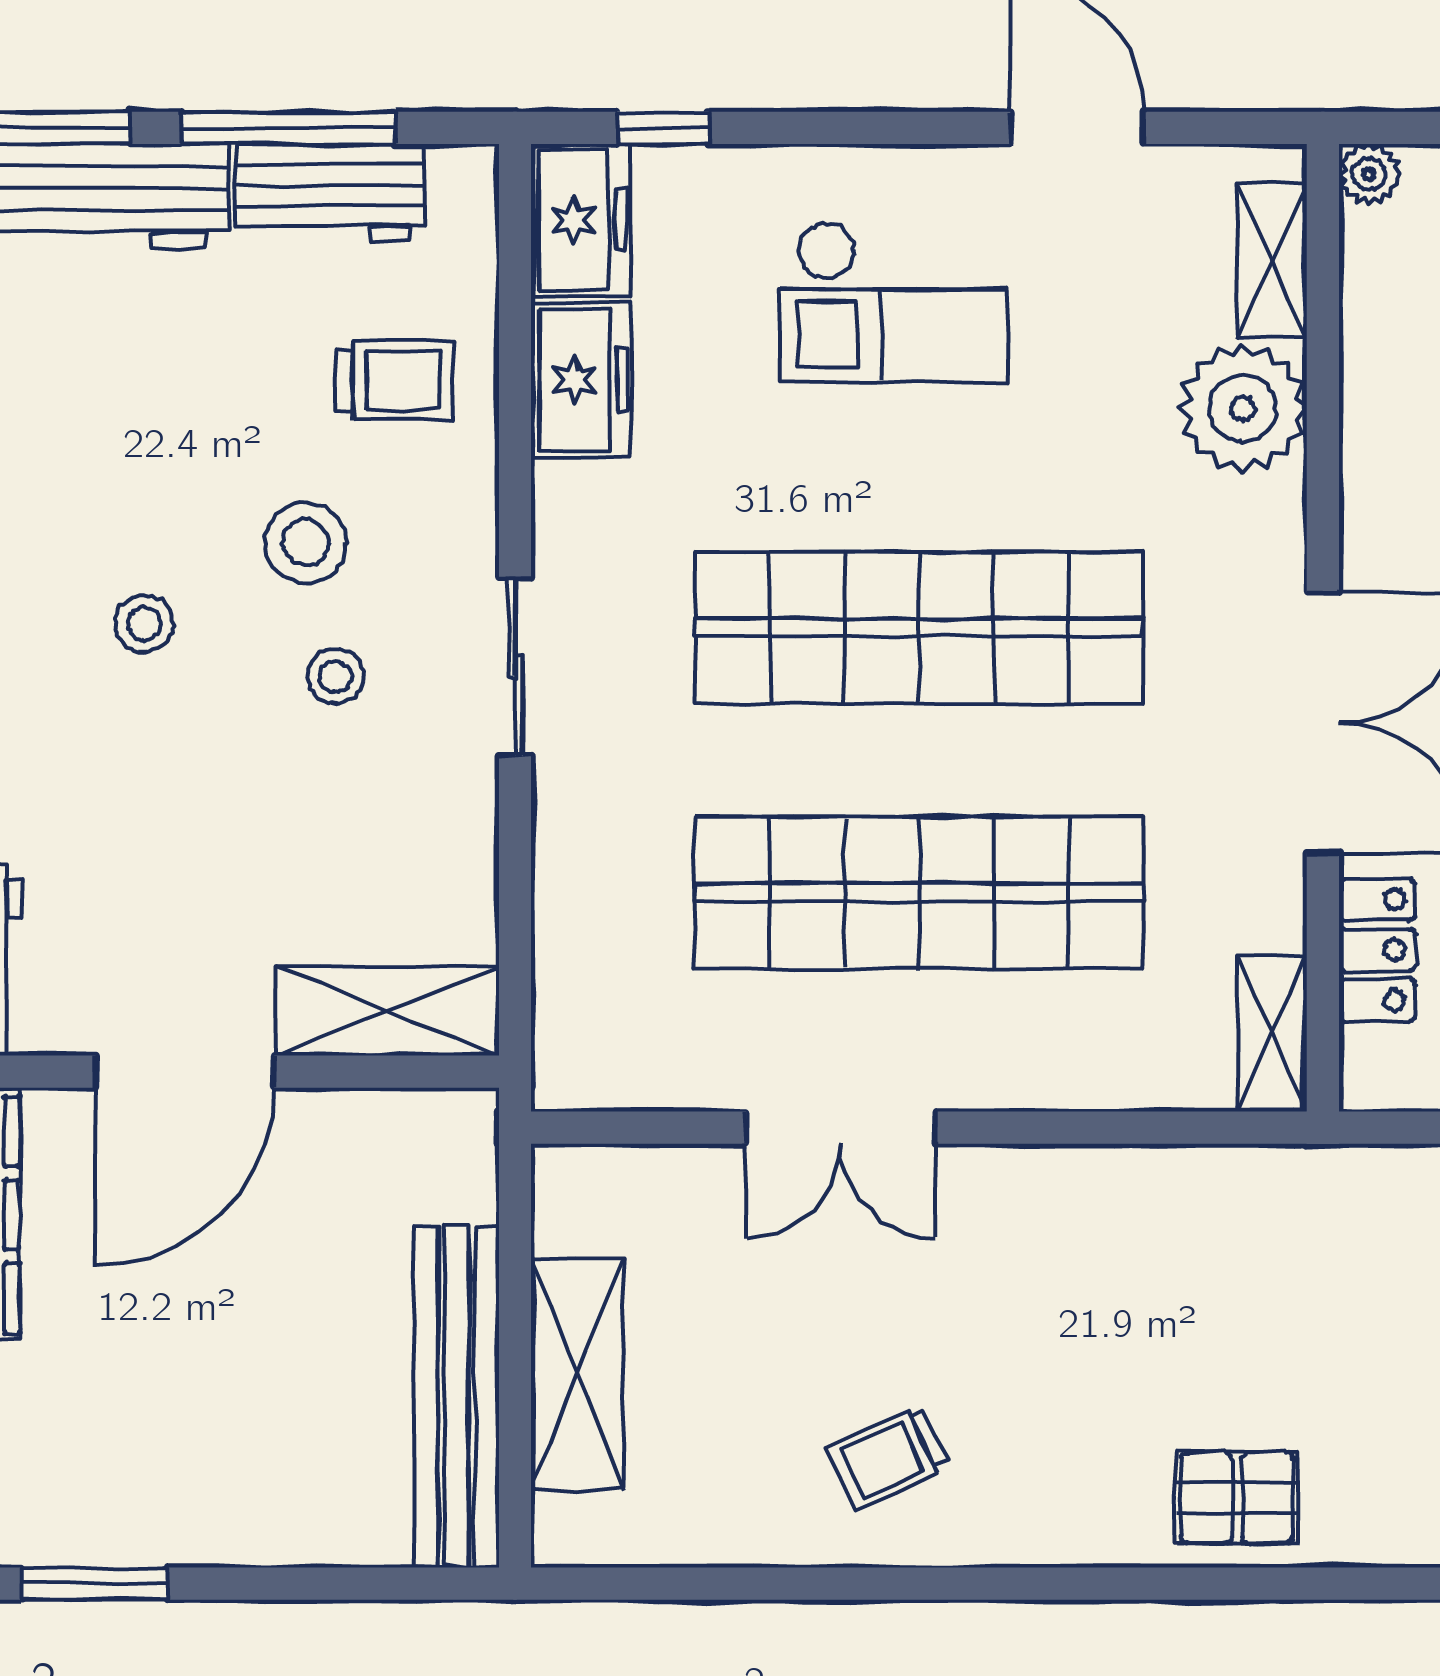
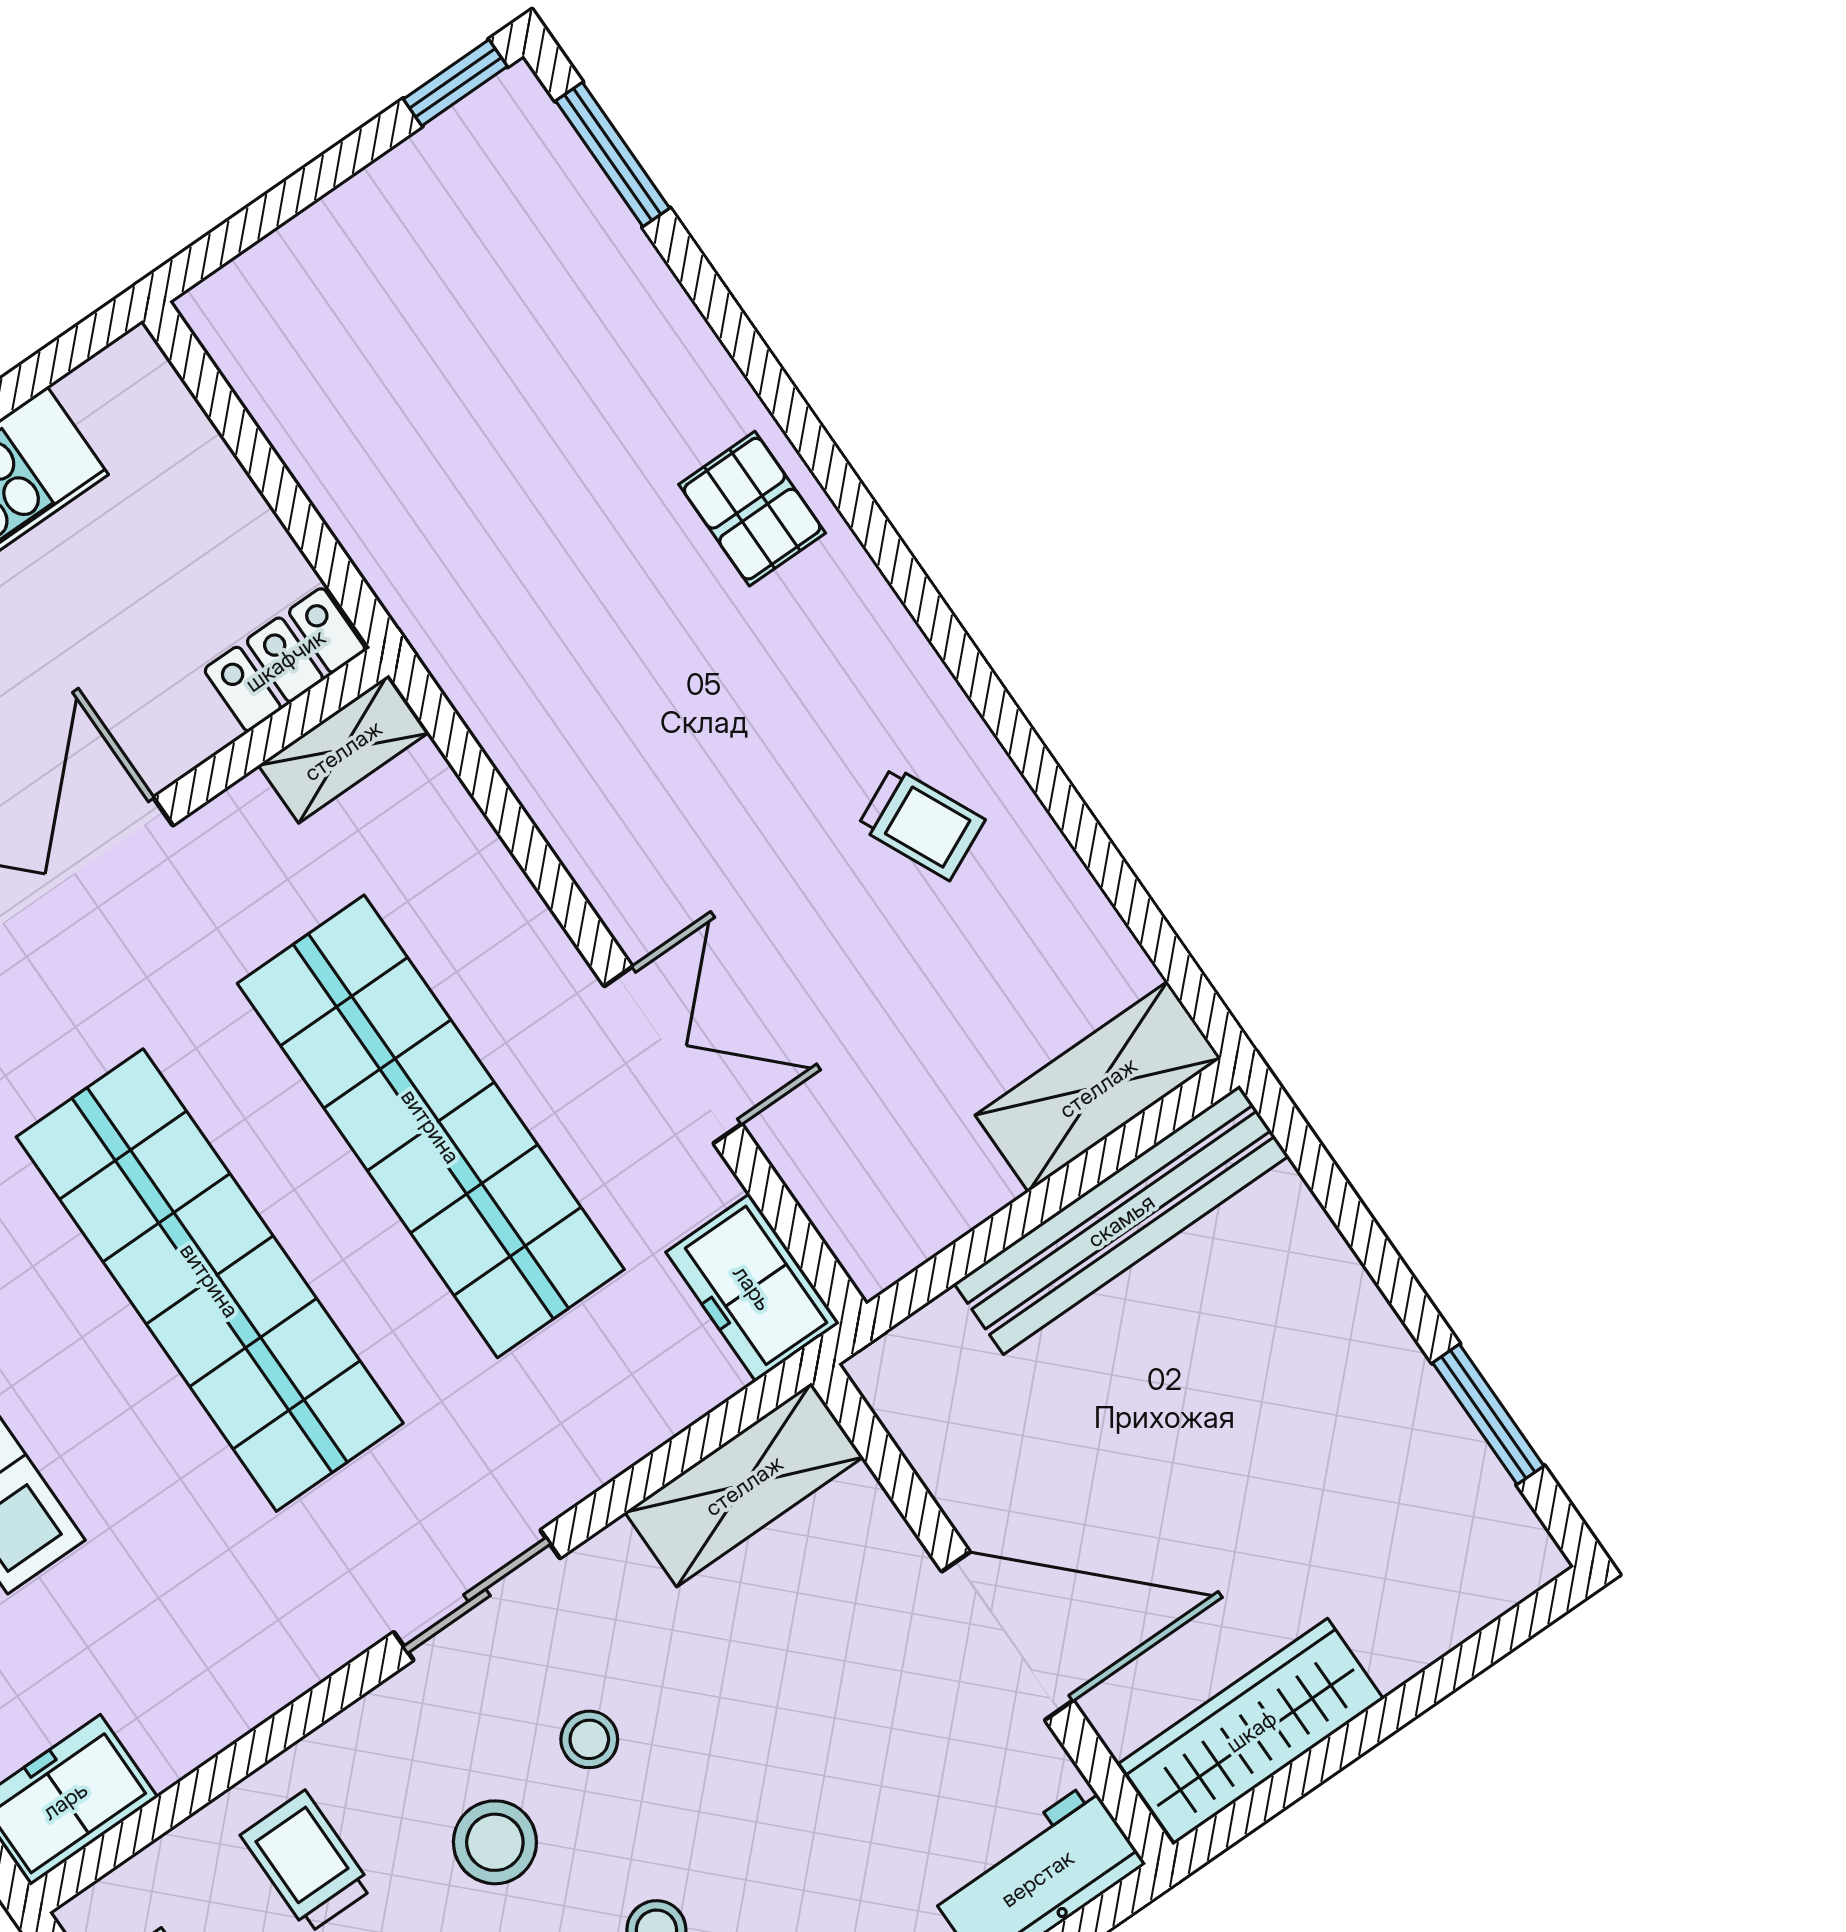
freezer: (581, 380) -> (753, 1288), moved, turned -90
locker: (1377, 950) -> (285, 660), moved
shelving: (387, 1011) -> (744, 1485), moved, turned 90
shelving: (577, 1374) -> (1098, 1087), moved

